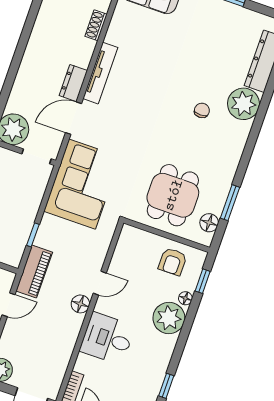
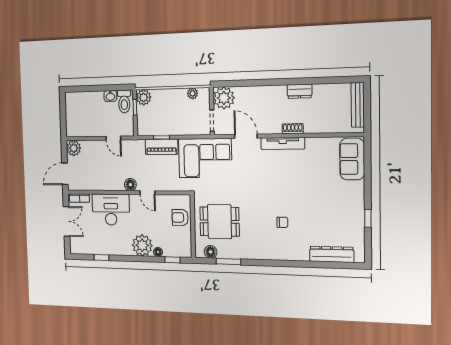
shoe rack: (96, 25) -> (293, 129), moved
dresser: (73, 83) -> (300, 91), moved, turned 180
plant: (243, 104) -> (297, 250), removed
armchair: (173, 262) -> (180, 217), moved
piano: (34, 272) -> (161, 147), moved
desk: (107, 339) -> (111, 210), width x1.37

